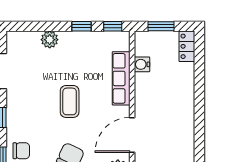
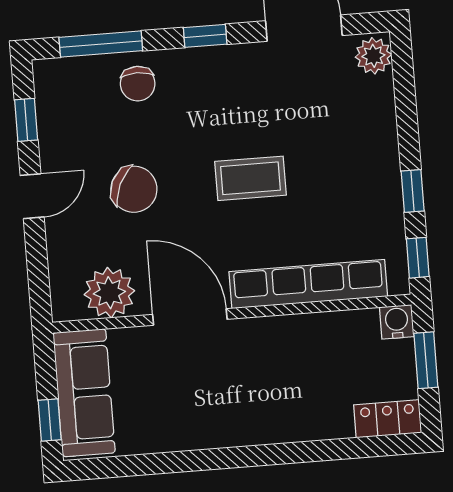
plant: (50, 40) -> (373, 56), moved
water cooler: (142, 64) -> (397, 322), moved
row of seats: (121, 78) -> (308, 284), width x1.36

